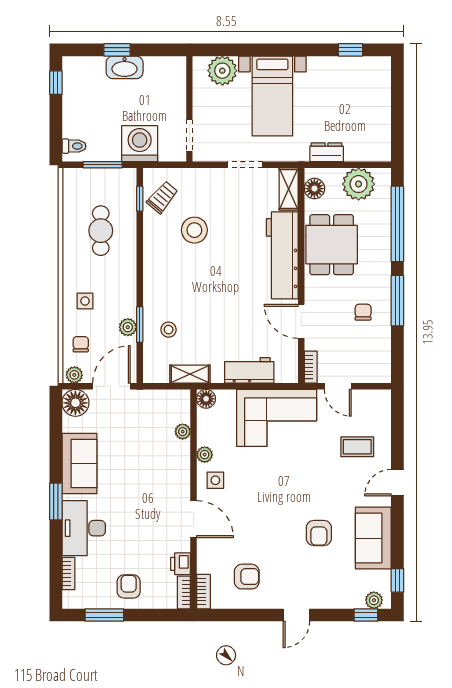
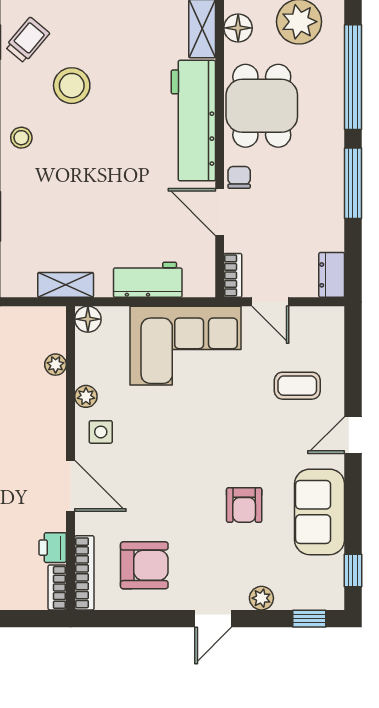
chair: (363, 312) -> (239, 177), moved
stool: (169, 330) -> (21, 138), moved
dresser: (382, 367) -> (332, 275), added
armchair: (247, 577) -> (144, 565), width x1.38, depth x1.38
bookcase: (203, 592) -> (84, 573), width x1.56
plant: (374, 600) -> (261, 598), moved

